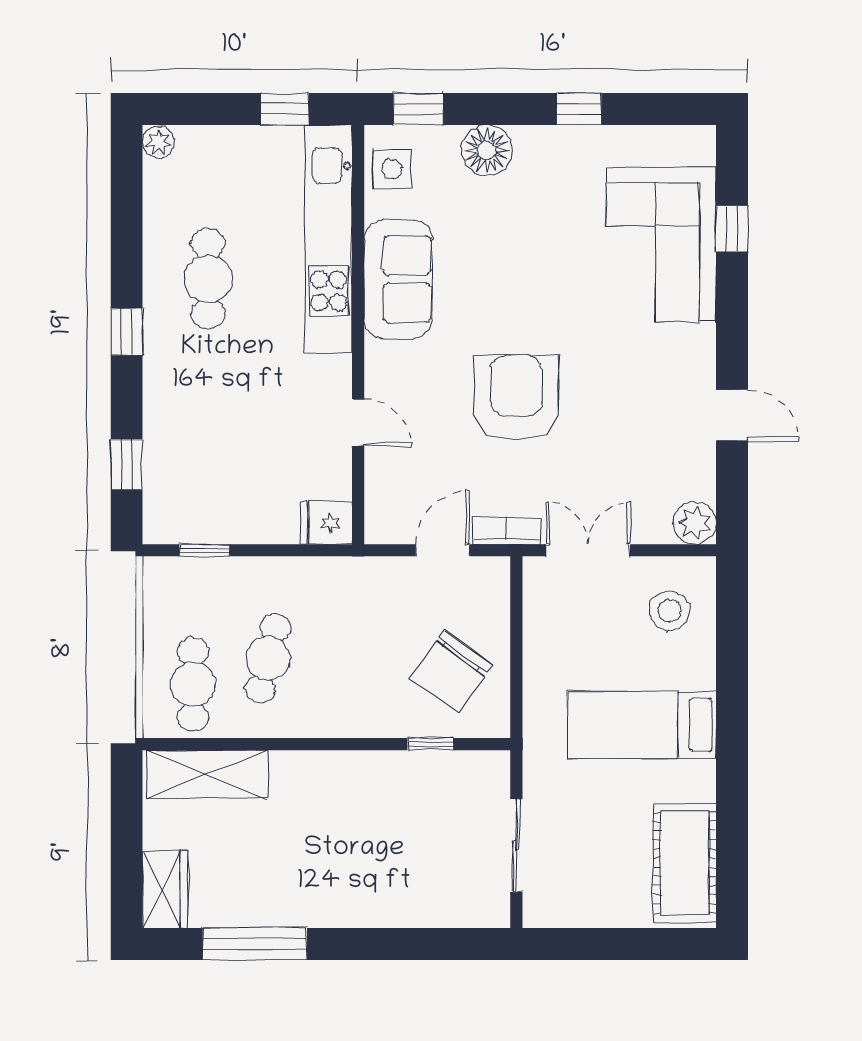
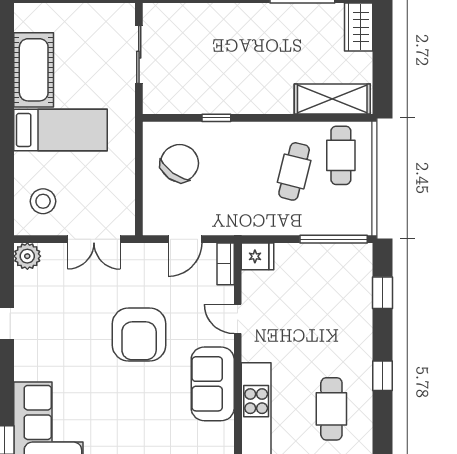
sofa: (398, 279) -> (213, 384), moved
bookcase: (506, 531) -> (226, 264), moved, turned 90
window: (205, 550) -> (334, 239), width x2.17
window: (431, 744) -> (216, 118), moved
cot: (685, 863) -> (34, 70), moved

